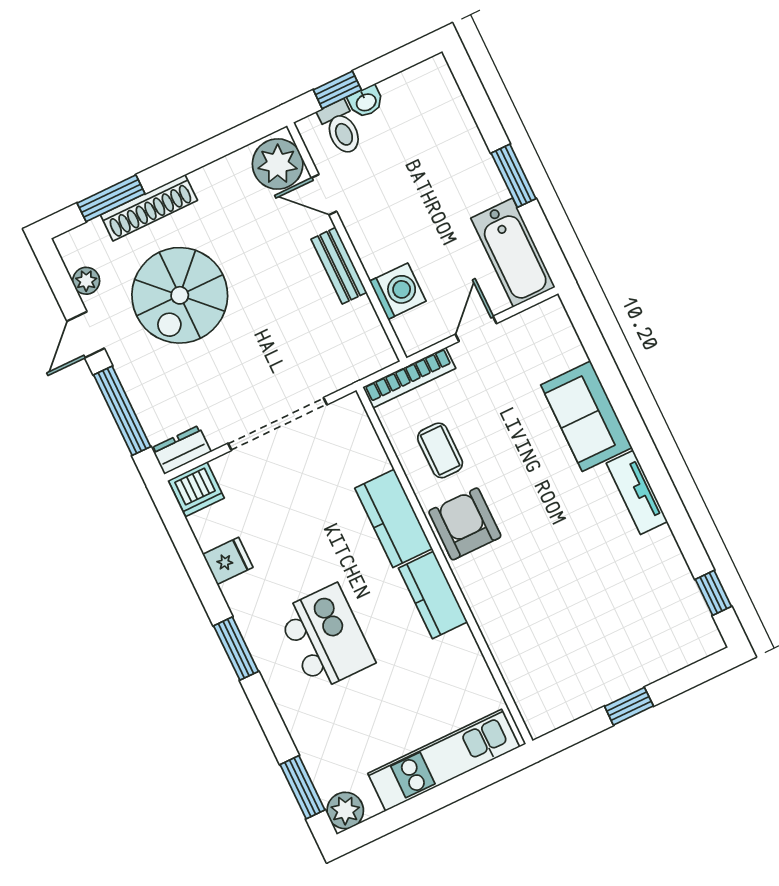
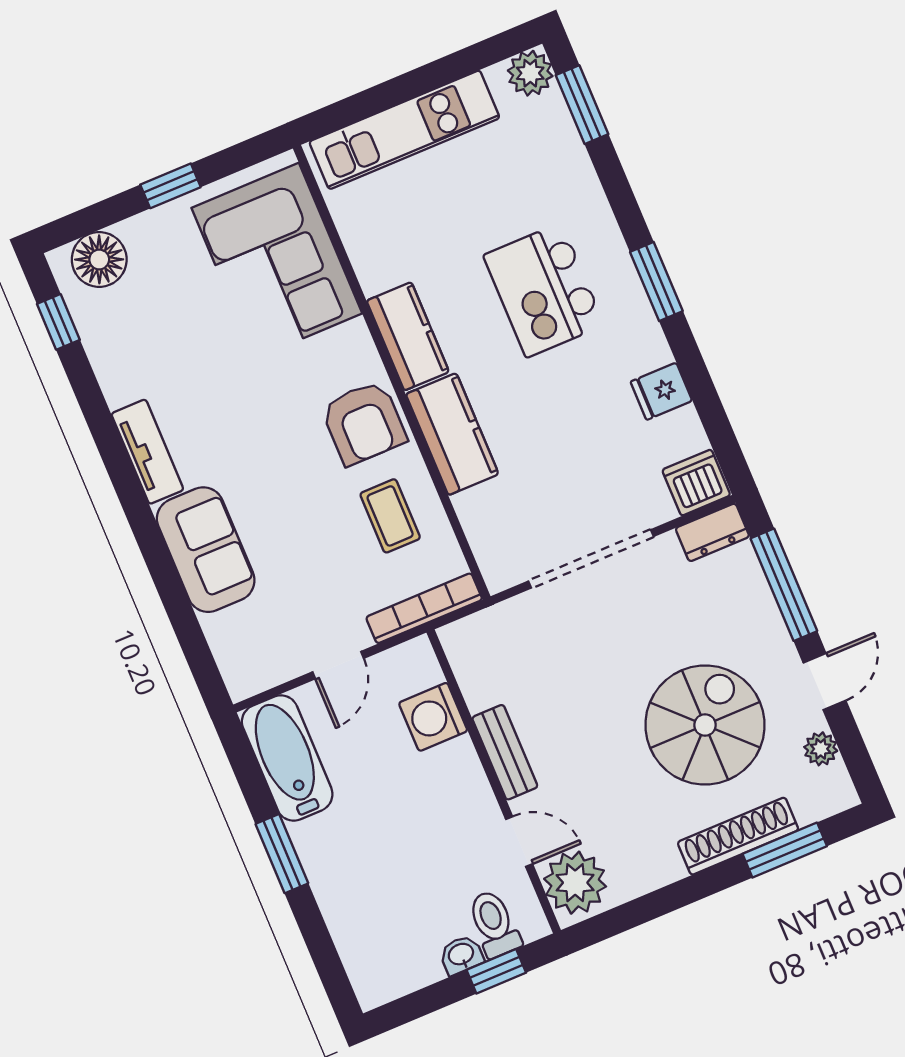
floor lamp: (683, 644) -> (99, 259), added
corner sofa: (541, 650) -> (277, 261), added

